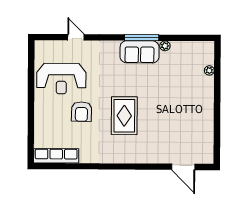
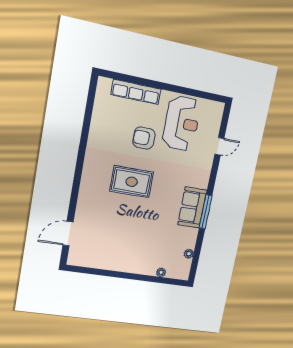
plant: (165, 46) -> (189, 254), moved
reception desk: (61, 79) -> (182, 123), turned 180
row of seats: (56, 156) -> (136, 92), moved, turned 90

